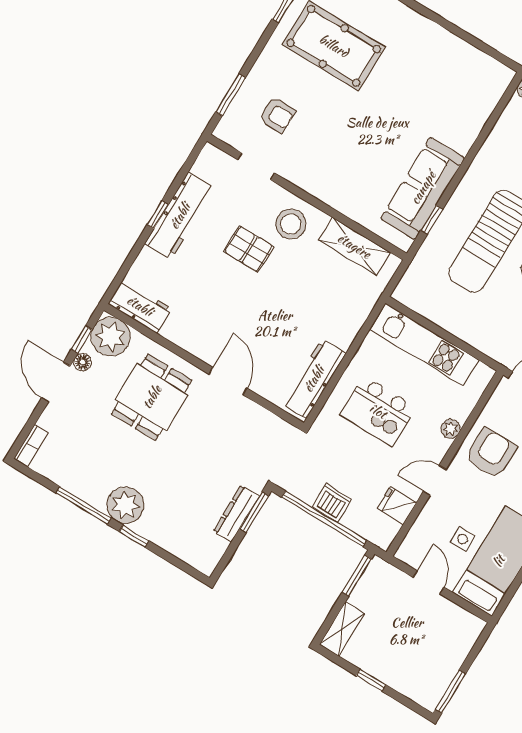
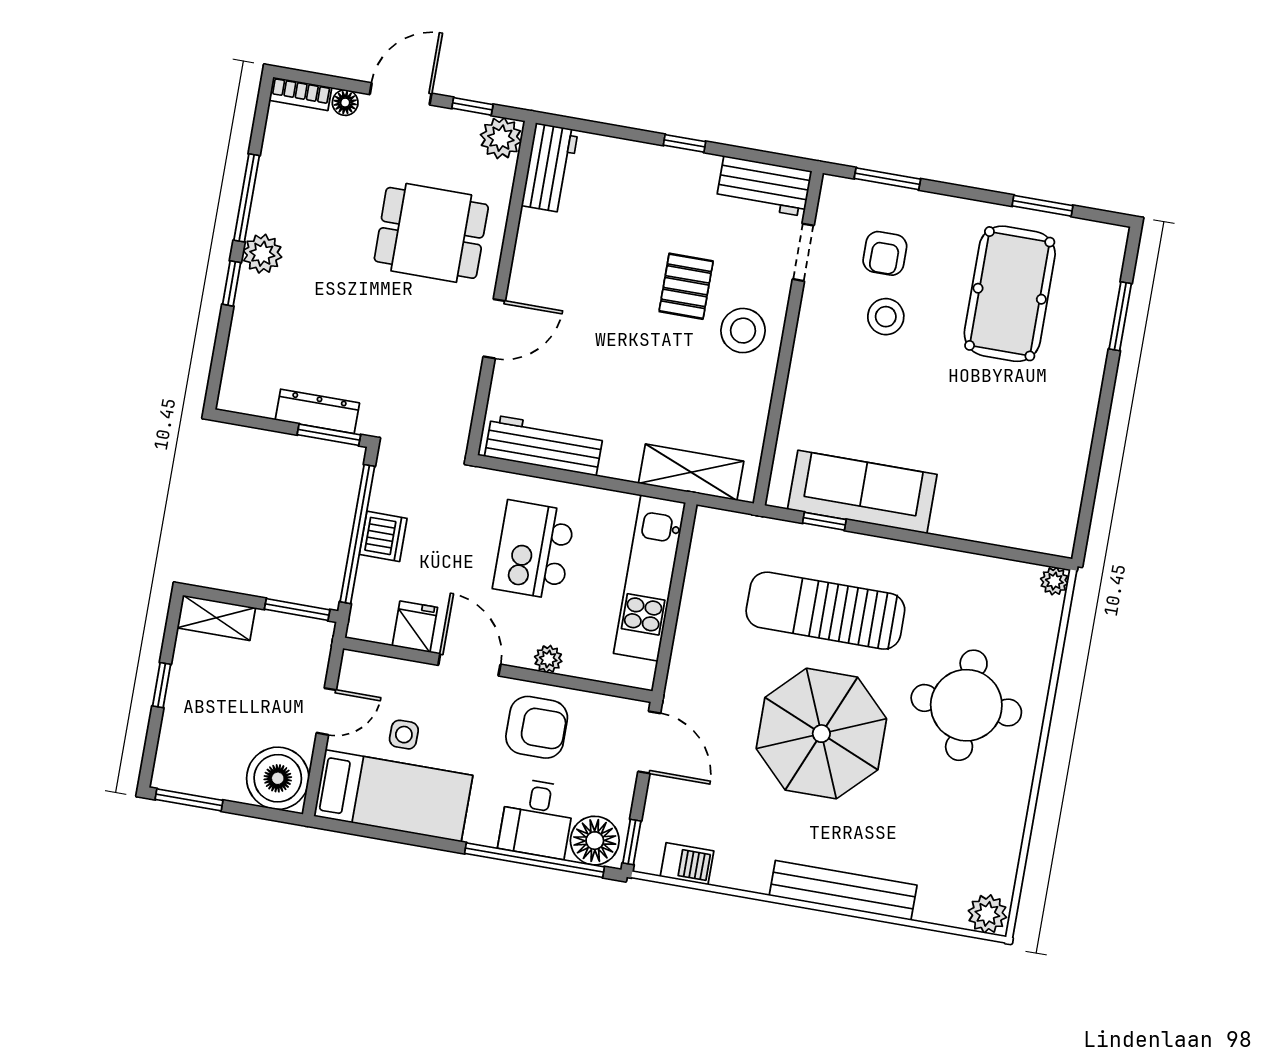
stool: (317, 130) -> (886, 317), added
workbench: (180, 216) -> (764, 186), moved, width x0.73
shelving: (354, 246) -> (691, 472), moved, turned 90
plant: (111, 337) -> (501, 138), width x0.73, depth x0.73
floor lamp: (82, 362) -> (345, 103), moved
door: (435, 480) -> (469, 665), width x1.38
plant: (125, 505) -> (262, 254), width x0.73, depth x0.73
boiler: (459, 630) -> (278, 778), added

